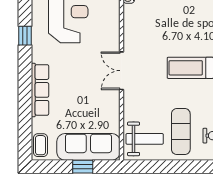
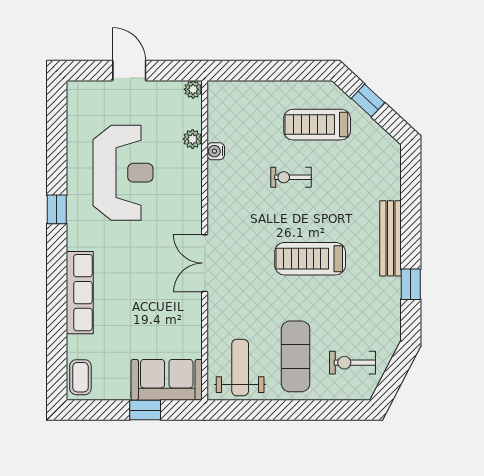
exercise bike: (178, 15) -> (291, 177), added
weight bench: (145, 139) -> (240, 368), turned -90
sofa: (88, 147) -> (167, 380), width x0.73

